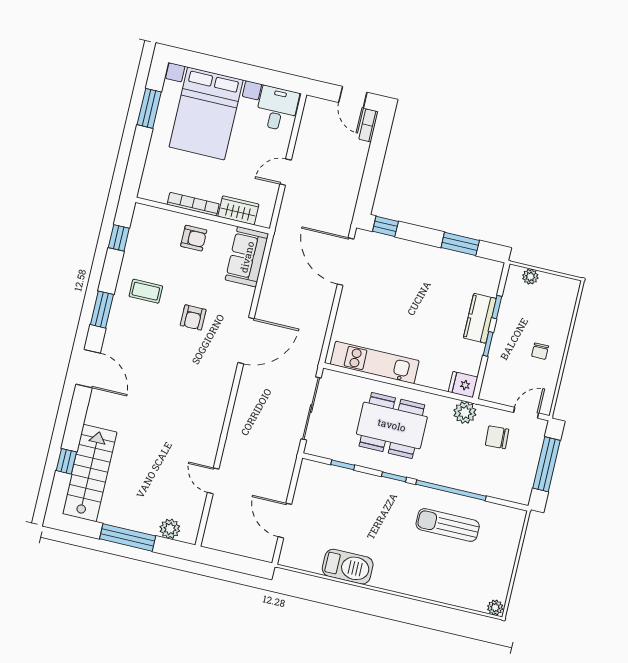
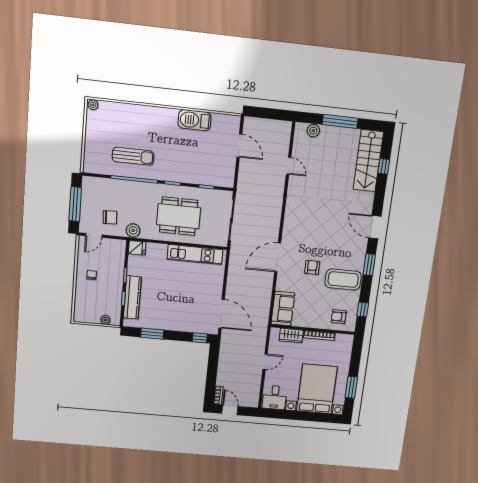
armchair: (194, 238) -> (339, 317), moved
coffee table: (146, 291) -> (343, 279), width x1.86, depth x1.72
kitchen counter: (480, 318) -> (132, 297), width x1.50

